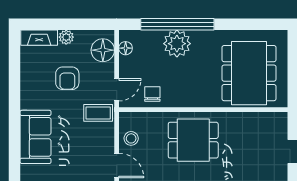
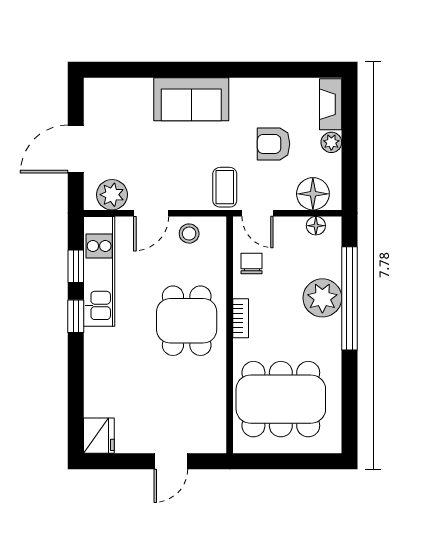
chair: (152, 94) -> (252, 263), turned -90
bookcase: (191, 102) -> (241, 318), added

